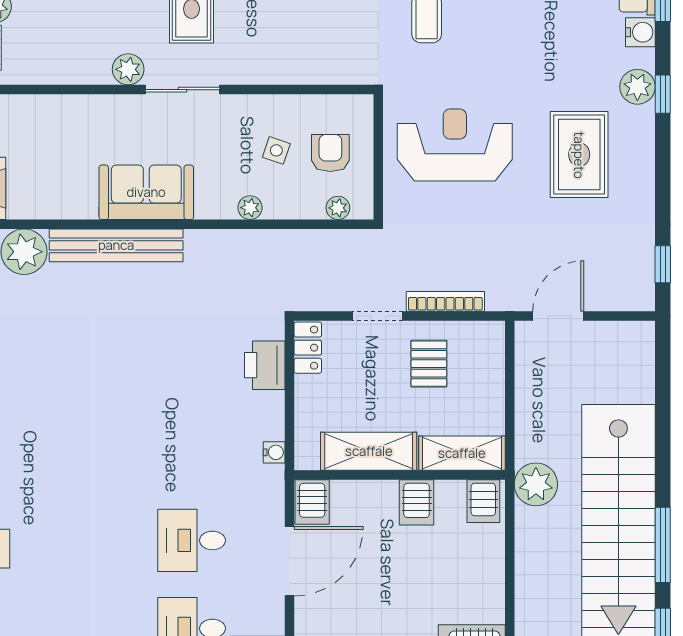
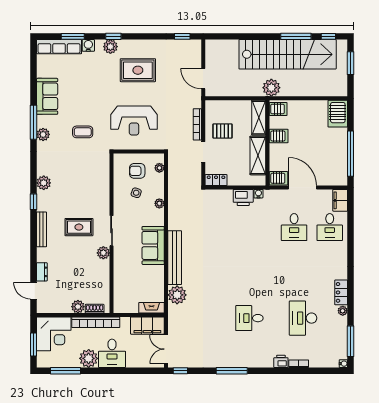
reception desk: (455, 145) -> (134, 121), turned -90
printer: (265, 365) -> (243, 197), moved

